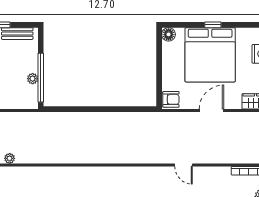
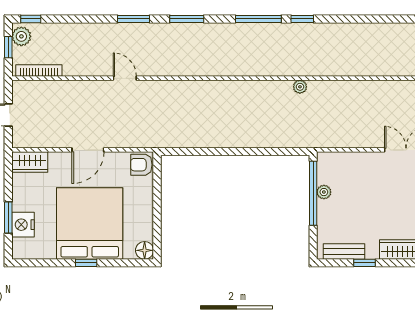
plant: (10, 158) -> (300, 87), moved

